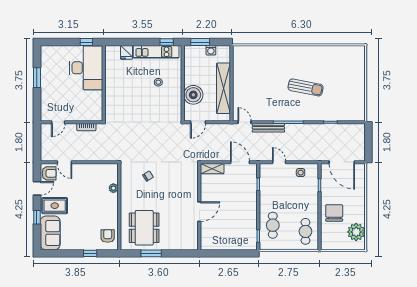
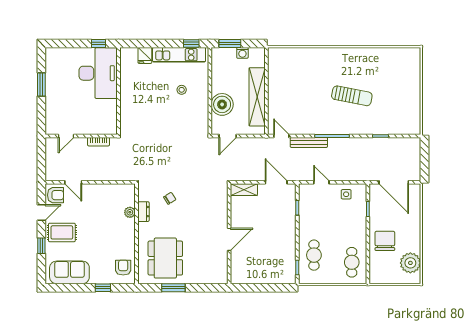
dresser: (125, 188) -> (143, 212), added
sofa: (50, 233) -> (69, 272), moved, turned -90

